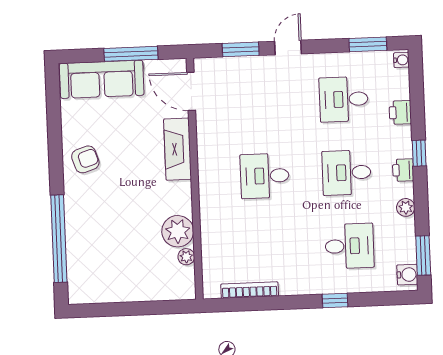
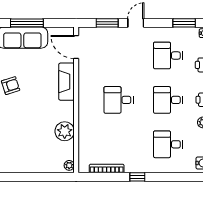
window: (131, 54) -> (27, 23), moved
desk: (349, 246) -> (168, 144), turned 180
plant: (186, 257) -> (69, 165), moved
window: (335, 300) -> (137, 177), moved

